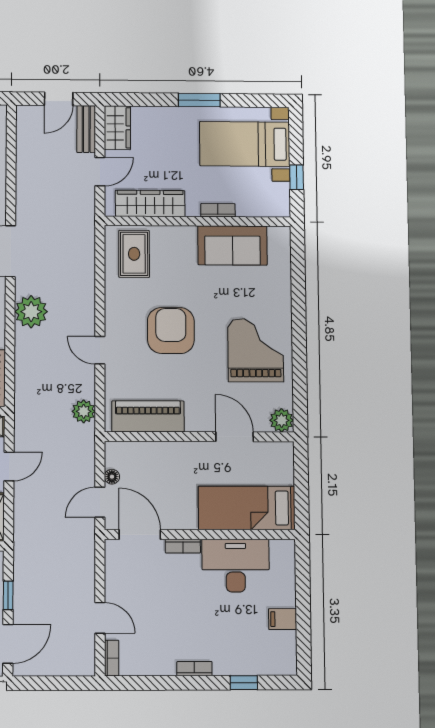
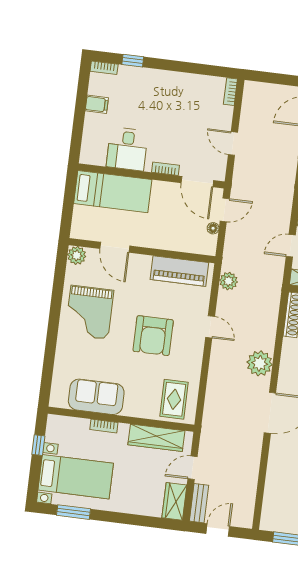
window: (199, 100) -> (73, 512), moved
desk: (236, 566) -> (127, 149), width x0.73
door: (100, 618) -> (233, 143), moved
bookcase: (194, 669) -> (104, 68), moved

